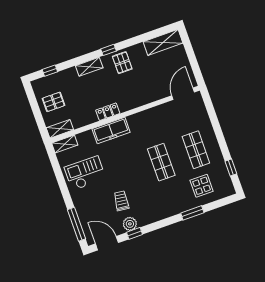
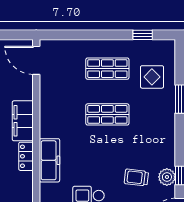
filing cabinet: (134, 100) -> (23, 121), added

